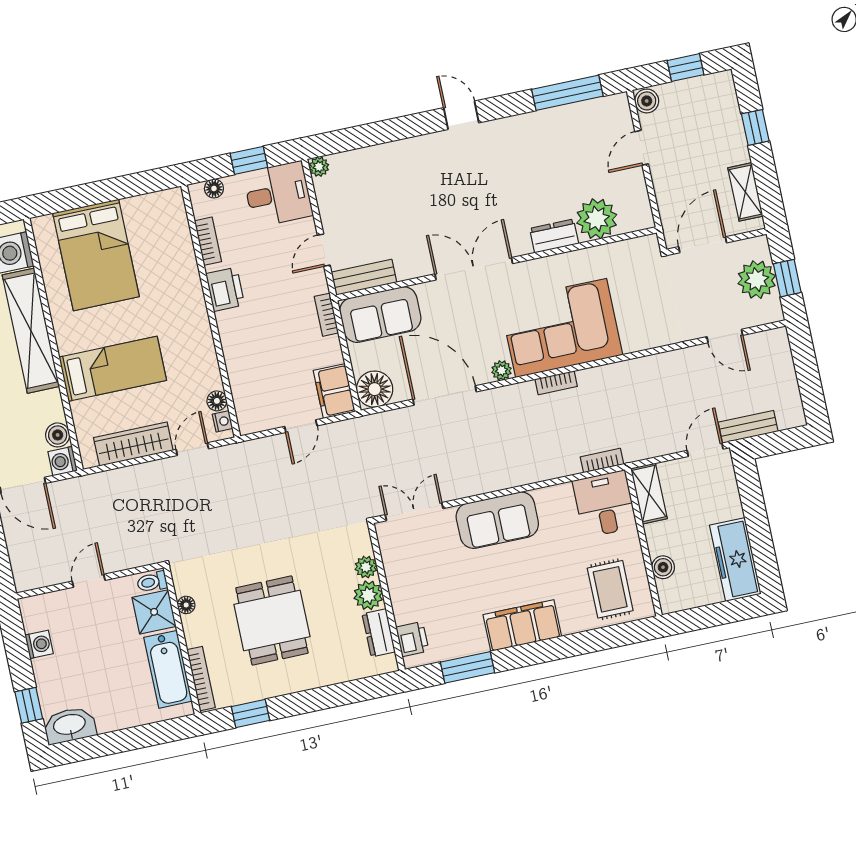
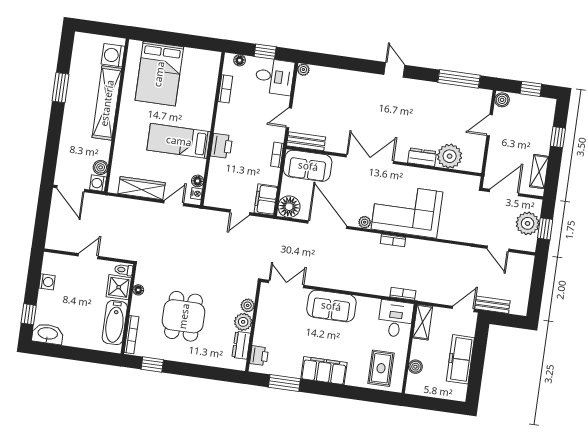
printer: (225, 289) -> (221, 146), moved
bed: (113, 369) -> (179, 141), moved, turned 180
freezer: (735, 560) -> (460, 359), moved

